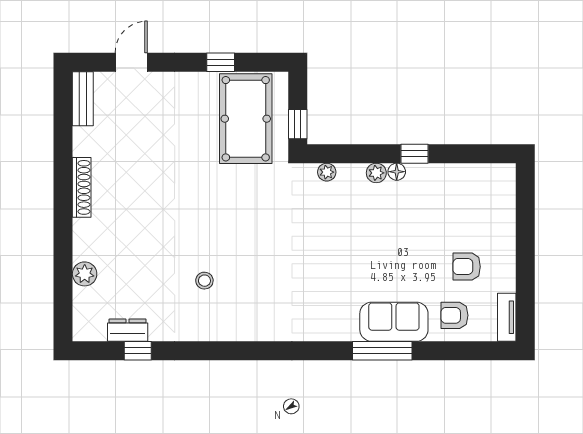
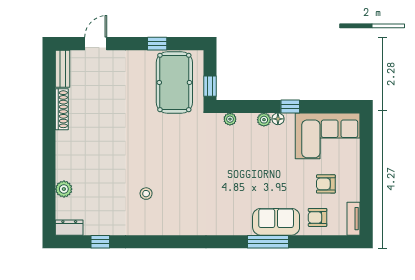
shoe rack: (82, 187) -> (62, 109), moved
corner sofa: (469, 197) -> (328, 136), added
dresser: (128, 330) -> (69, 228), moved

